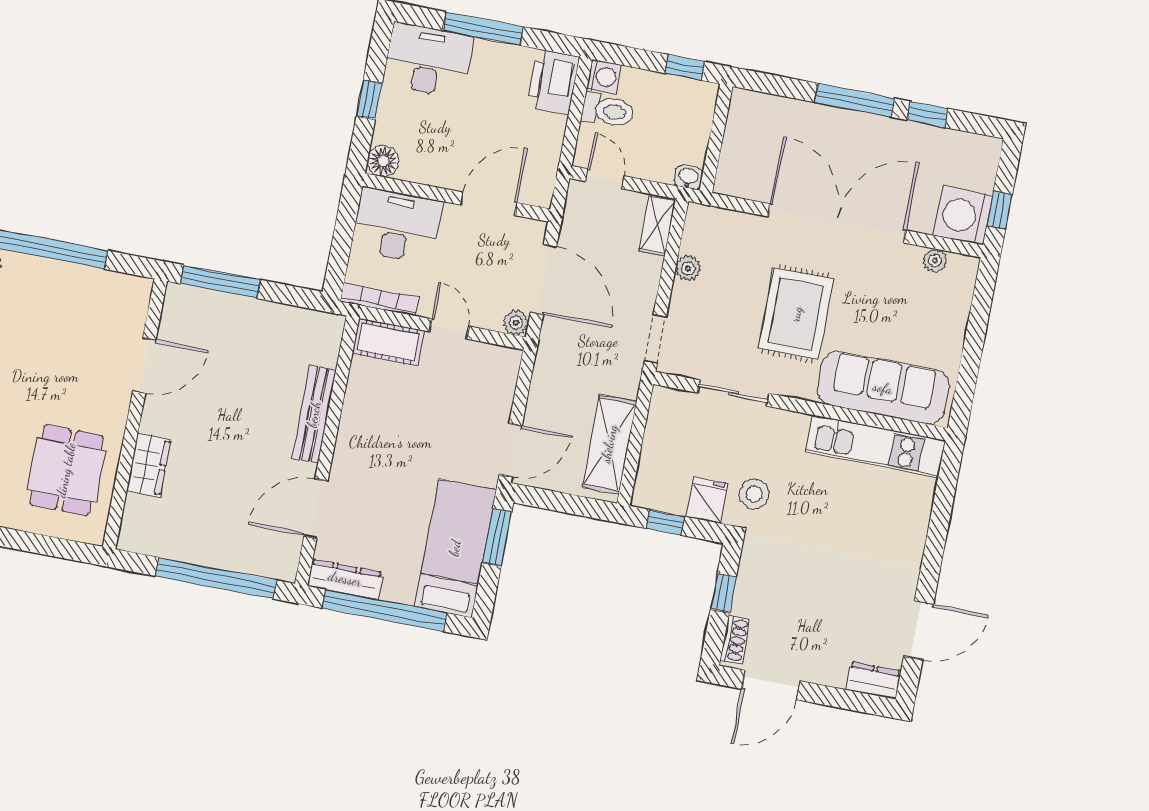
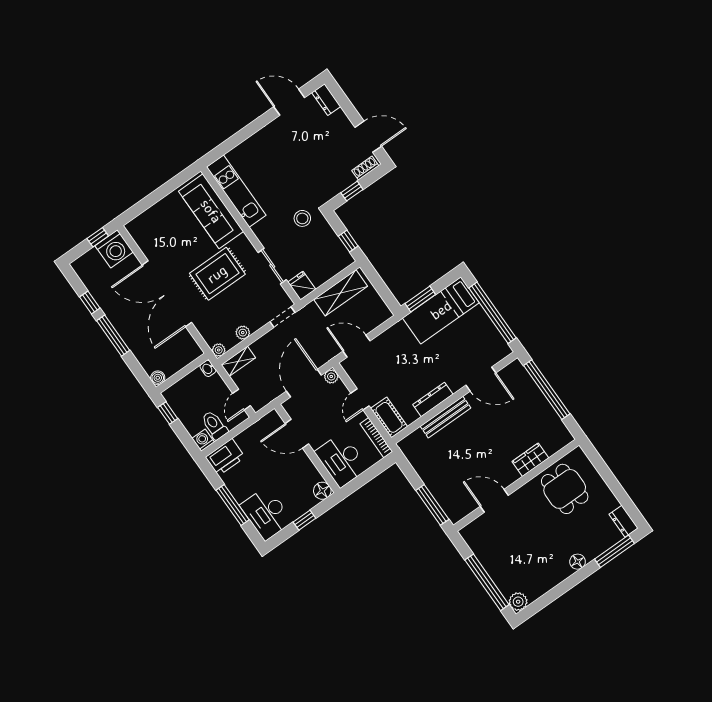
boiler: (743, 101) -> (158, 378), added
plant: (935, 261) -> (219, 350), moved
door: (511, 450) -> (356, 346), moved
dining table: (66, 470) -> (565, 489), turned 90
fridge: (707, 500) -> (302, 286), moved, turned 90
dresser: (345, 579) -> (433, 399), moved, turned 90

